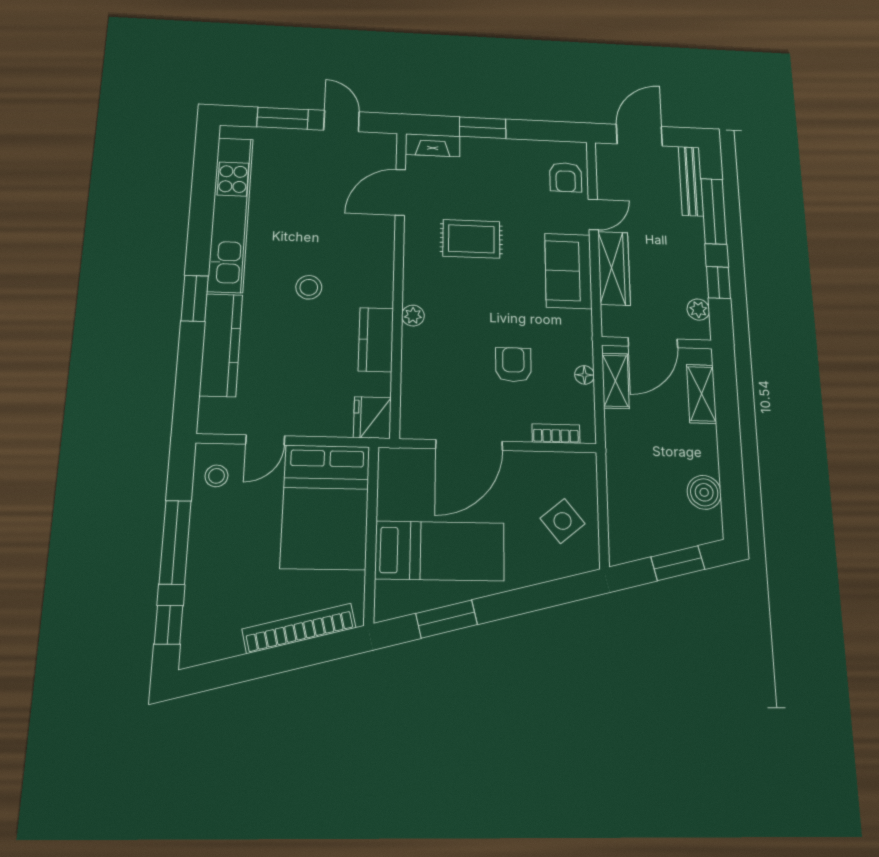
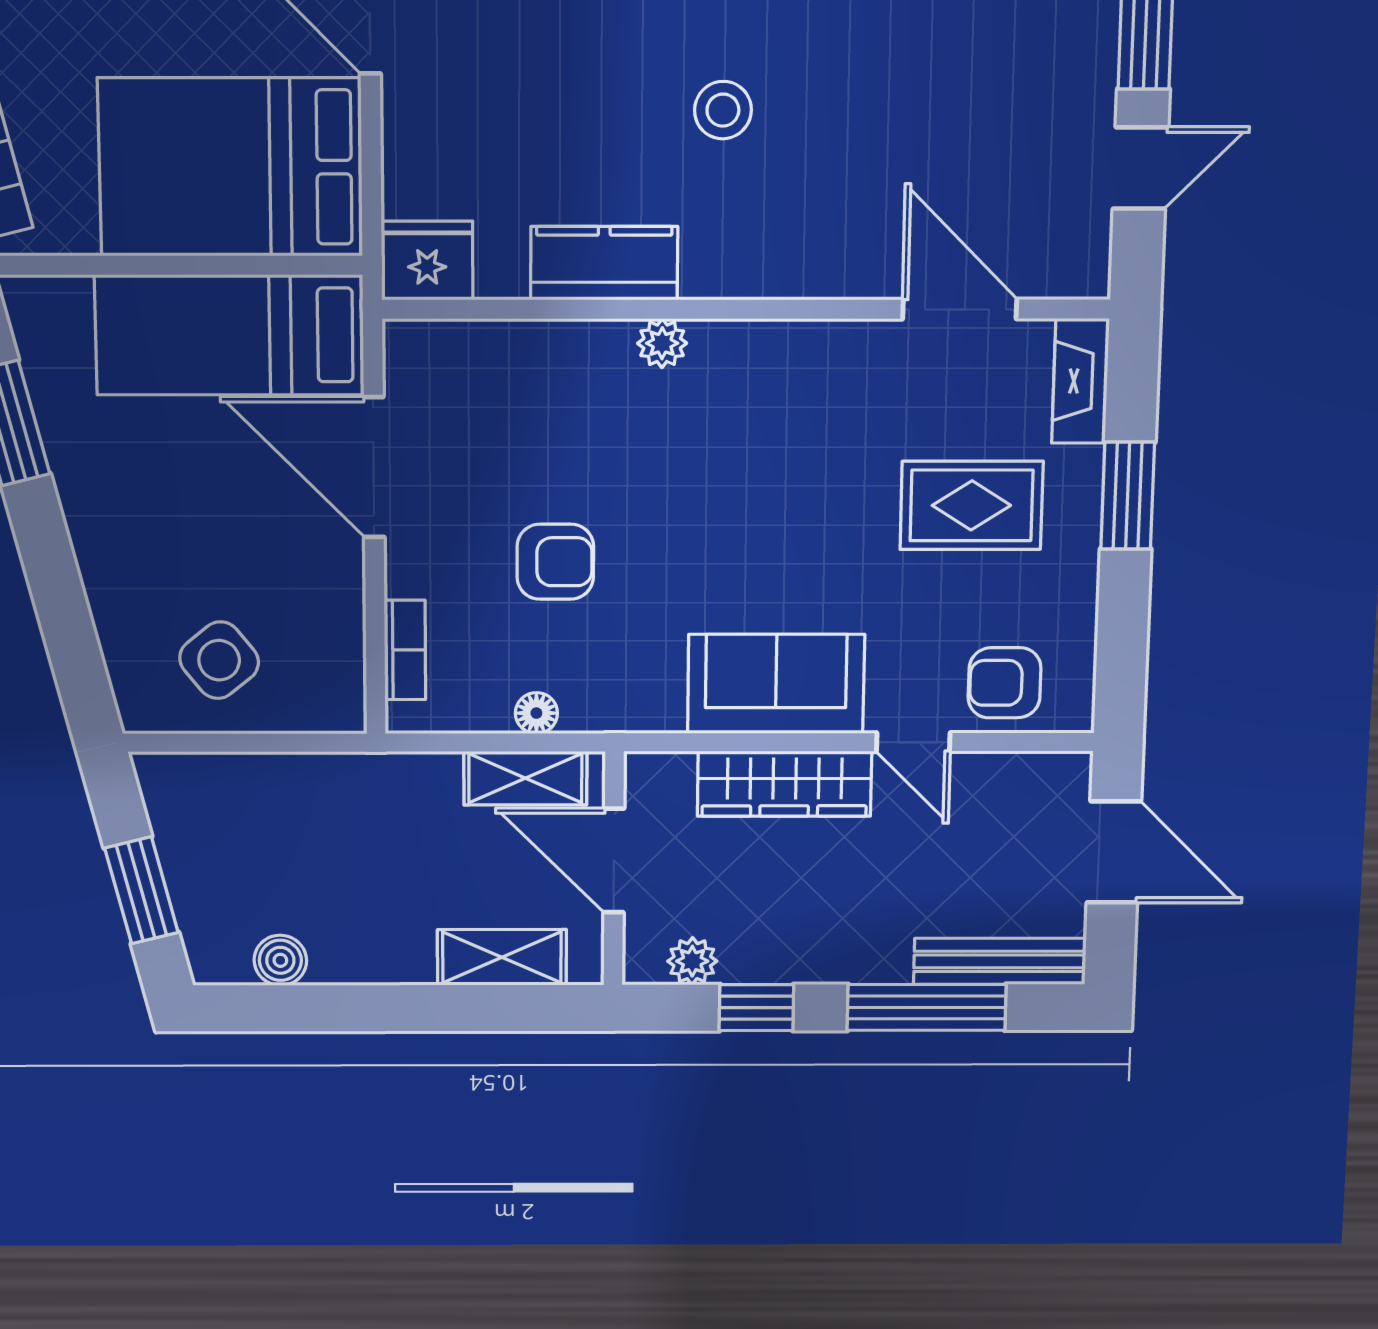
rug: (471, 239) -> (971, 505), moved, turned 90
boiler: (704, 492) -> (280, 960), width x0.73, depth x0.73
bed: (440, 551) -> (229, 335), moved, turned 90

